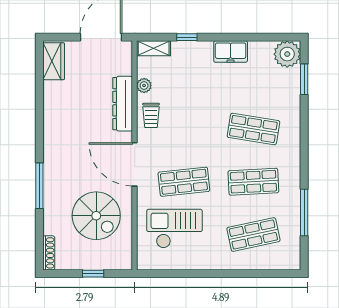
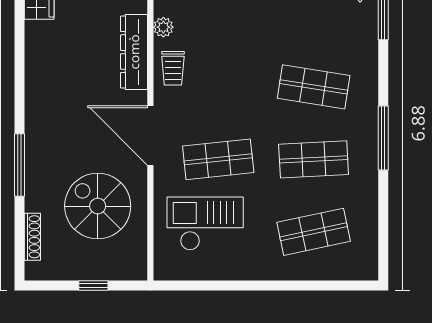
window: (304, 213) -> (383, 138), moved
spiral stairs: (96, 216) -> (98, 206), turned 180
shoe rack: (49, 253) -> (32, 237), moved

